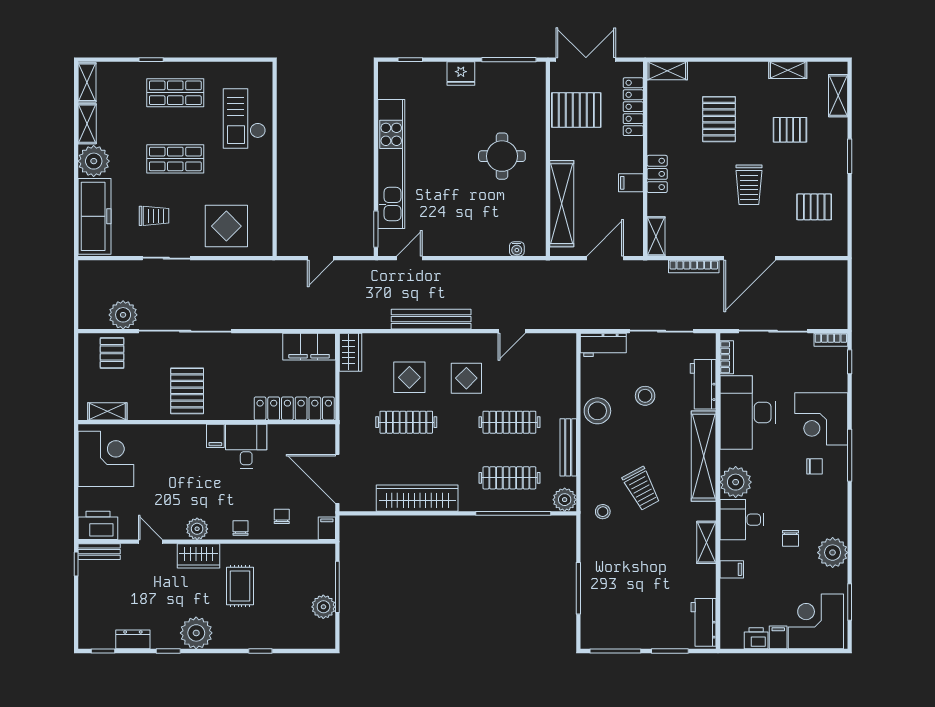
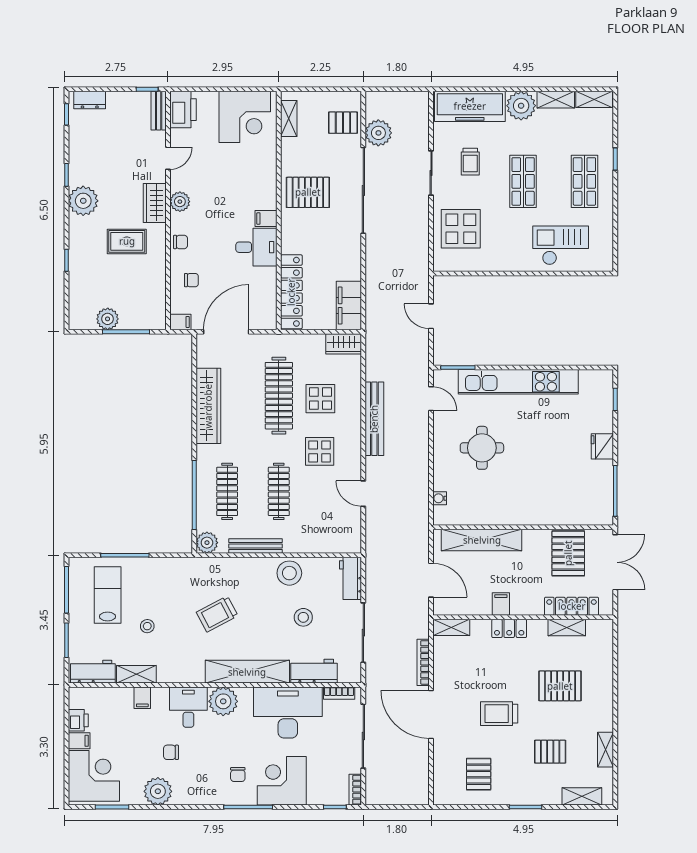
shelving: (667, 71) -> (567, 628), moved, turned 90
pallet: (790, 130) -> (550, 752), turned 90
round table: (502, 156) -> (482, 448), moved
clothes rail: (406, 422) -> (279, 396), width x1.37, depth x1.31
stool: (603, 512) -> (147, 626), moved
shelving: (706, 542) -> (136, 674), moved
lab bench: (621, 607) -> (108, 595), added
dresser: (133, 639) -> (90, 100), moved, turned 90

